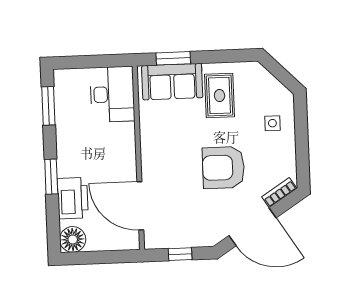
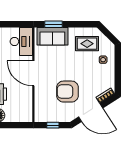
rug: (220, 95) -> (87, 44), moved, turned 90
armchair: (223, 168) -> (68, 92), moved
door: (140, 206) -> (33, 73), moved

